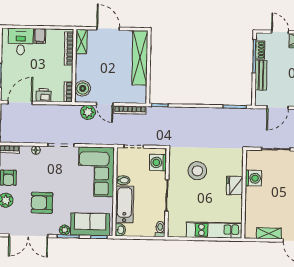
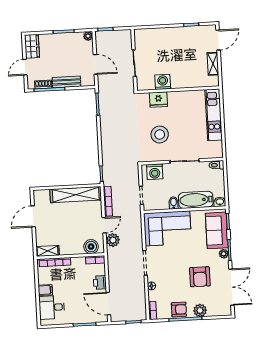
door: (108, 29) -> (33, 216), moved
shelving: (140, 58) -> (76, 195), moved
fridge: (235, 186) -> (158, 100), moved

